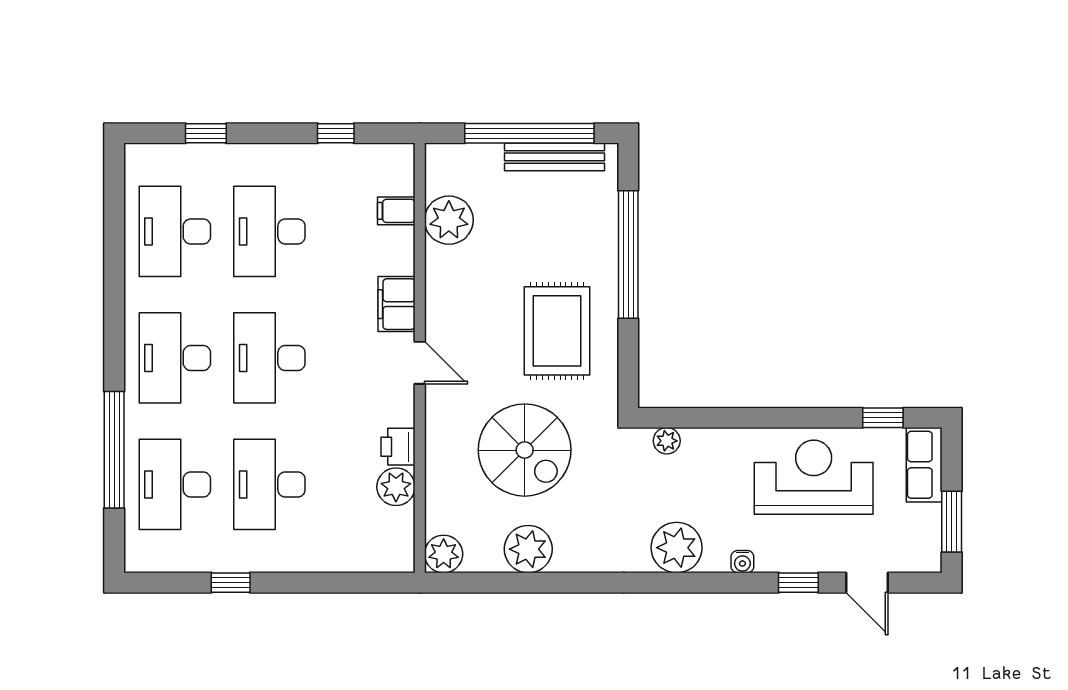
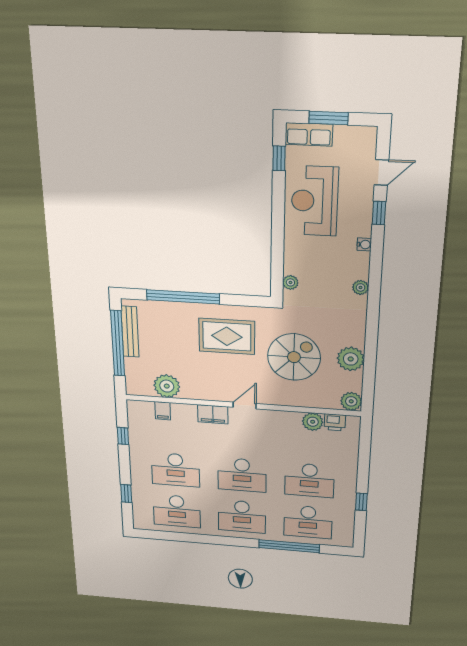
printer: (398, 447) -> (335, 422), moved
window: (952, 522) -> (329, 118), moved
plant: (677, 548) -> (361, 287), width x0.53, depth x0.53

